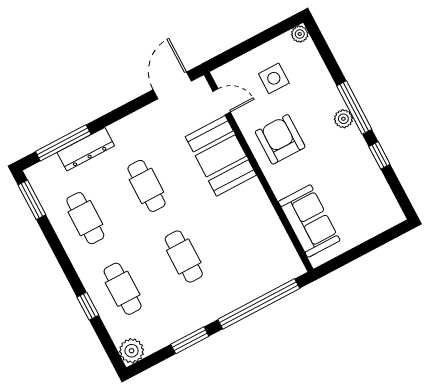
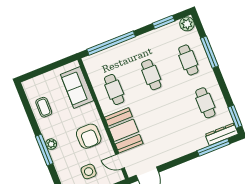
dresser: (86, 149) -> (222, 134), moved
window: (379, 155) -> (33, 121), removed
coffee table: (363, 181) -> (44, 107), added
cafe table: (147, 186) -> (114, 90), moved
window: (88, 306) -> (209, 52), width x2.17
window: (190, 340) -> (164, 22), moved

